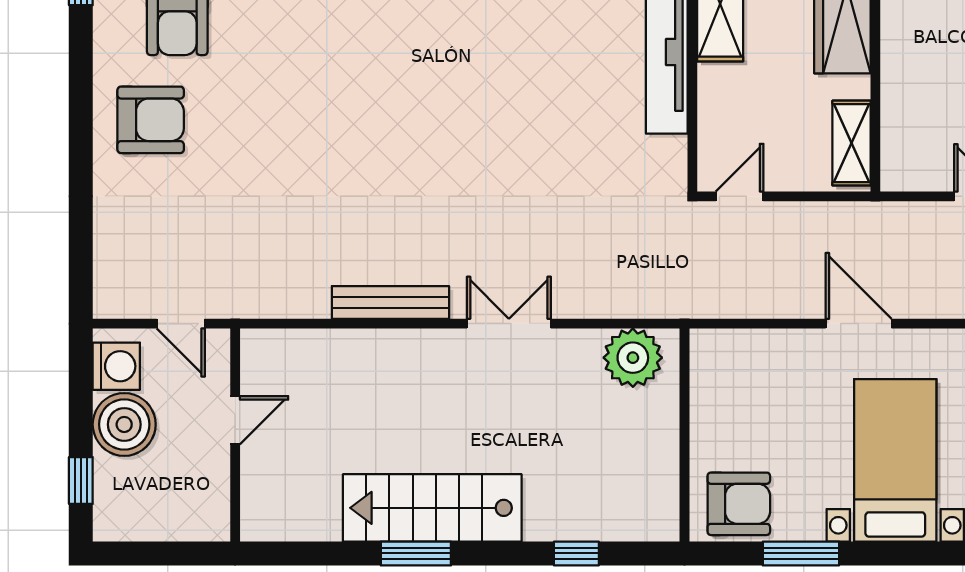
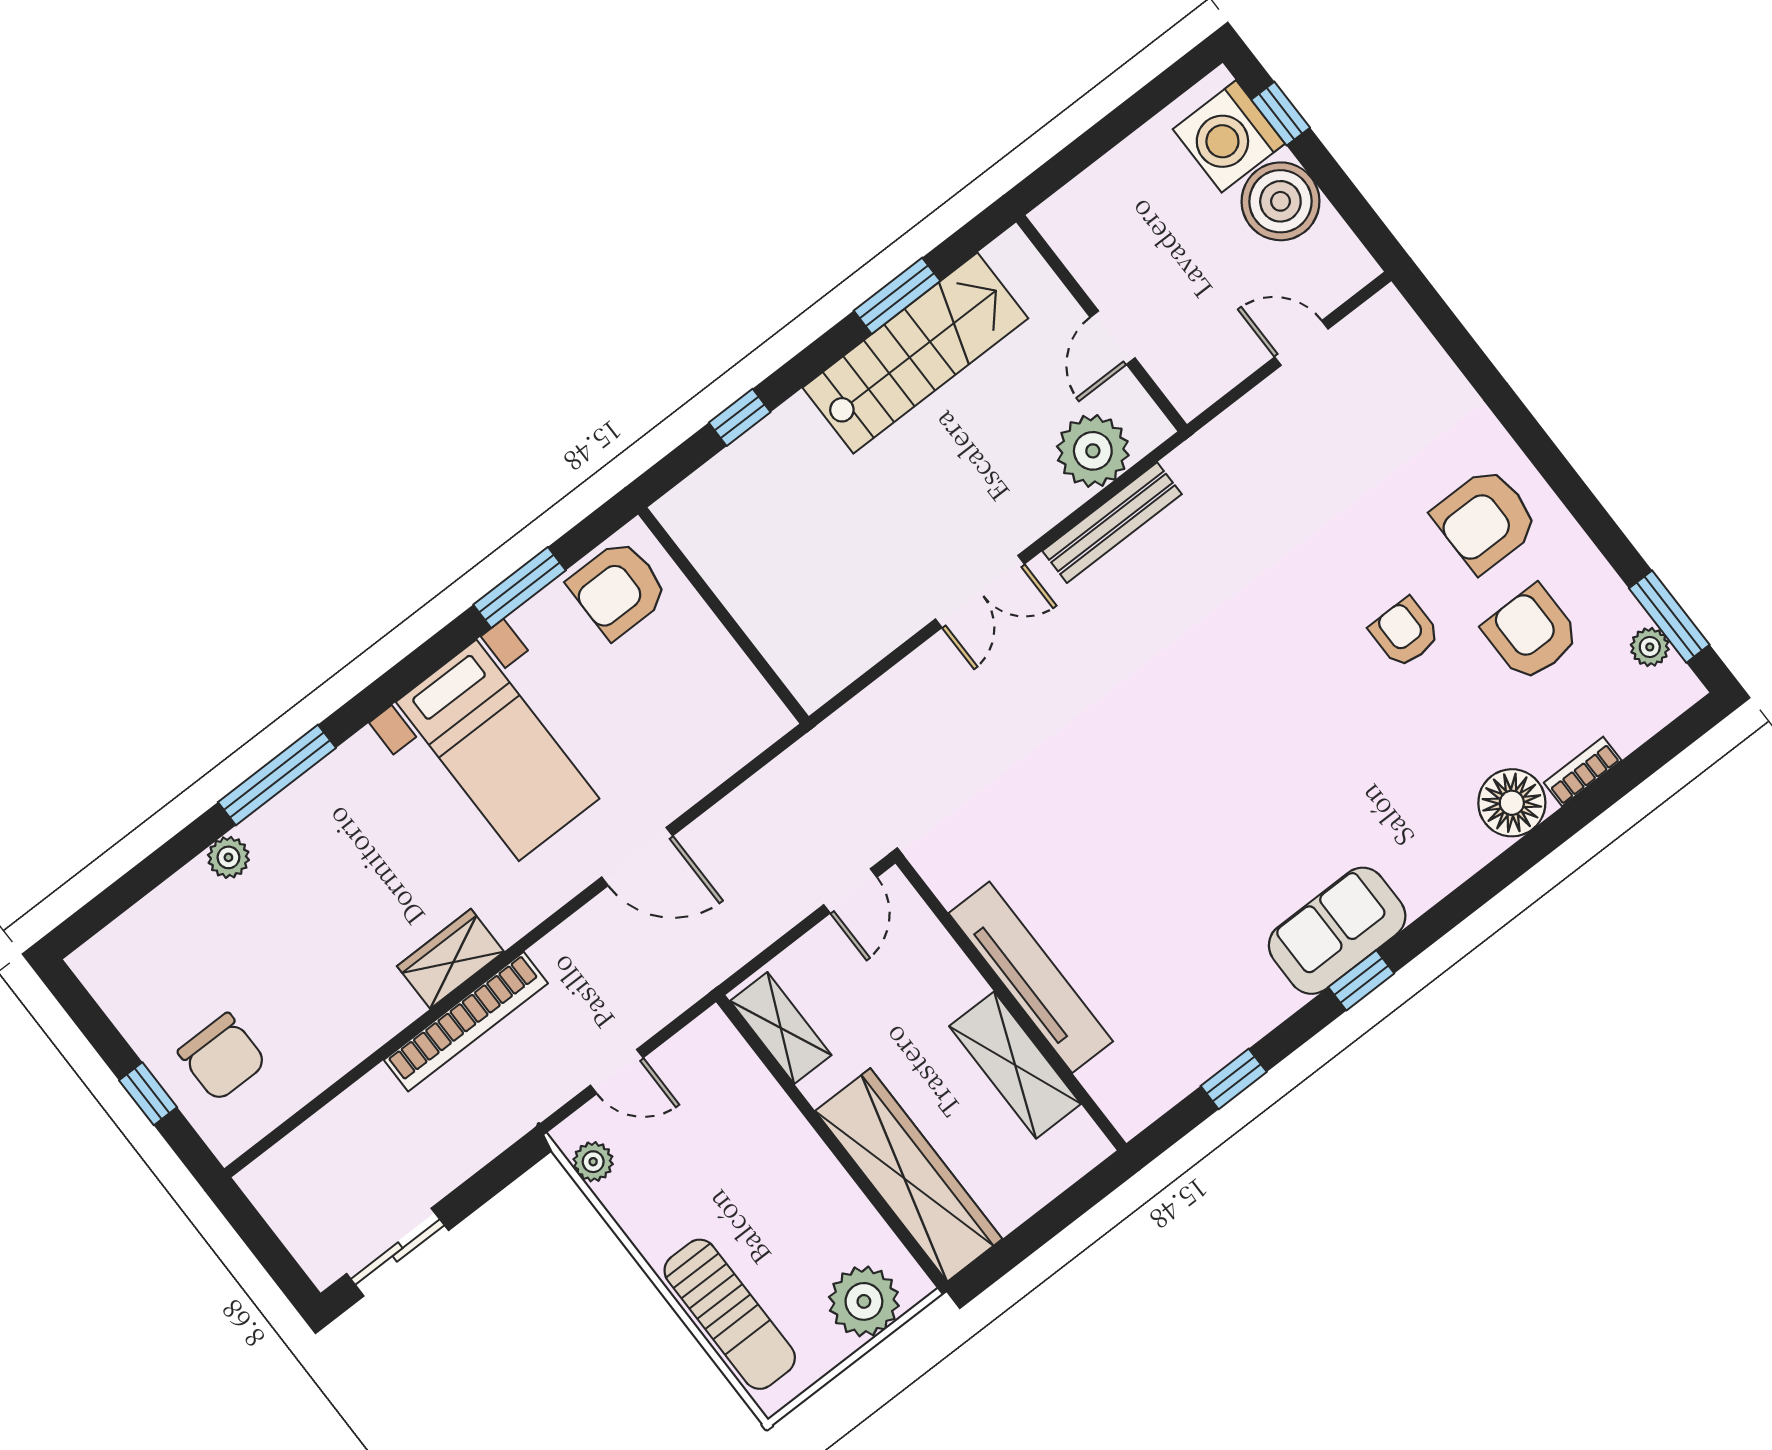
armchair: (258, 88) -> (1405, 633), added
plant: (633, 358) -> (1093, 451), moved
washing machine: (116, 366) -> (1229, 136), moved, width x1.37, depth x1.37
door: (235, 420) -> (1113, 338), moved
wall: (235, 435) -> (1101, 323), moved

